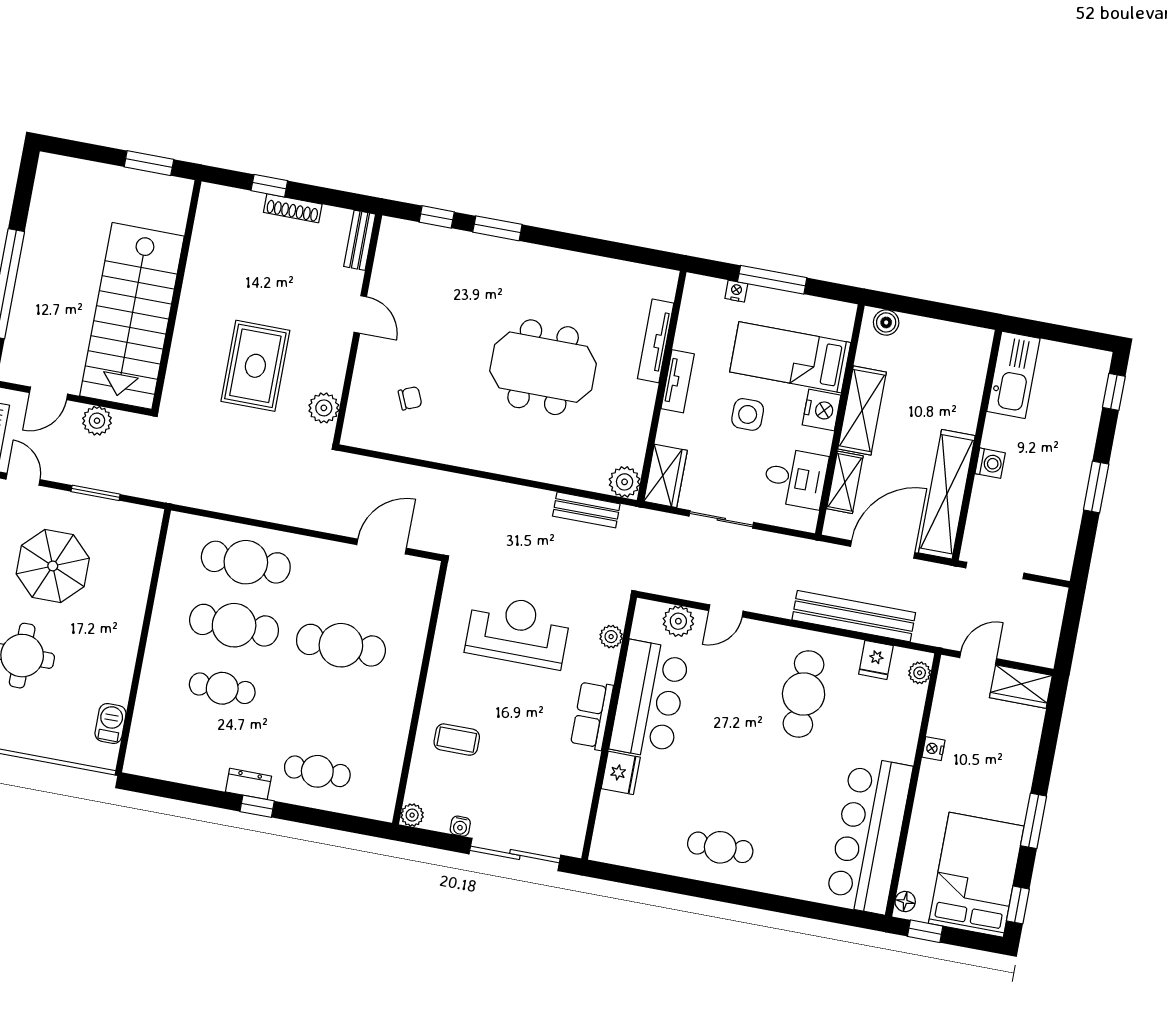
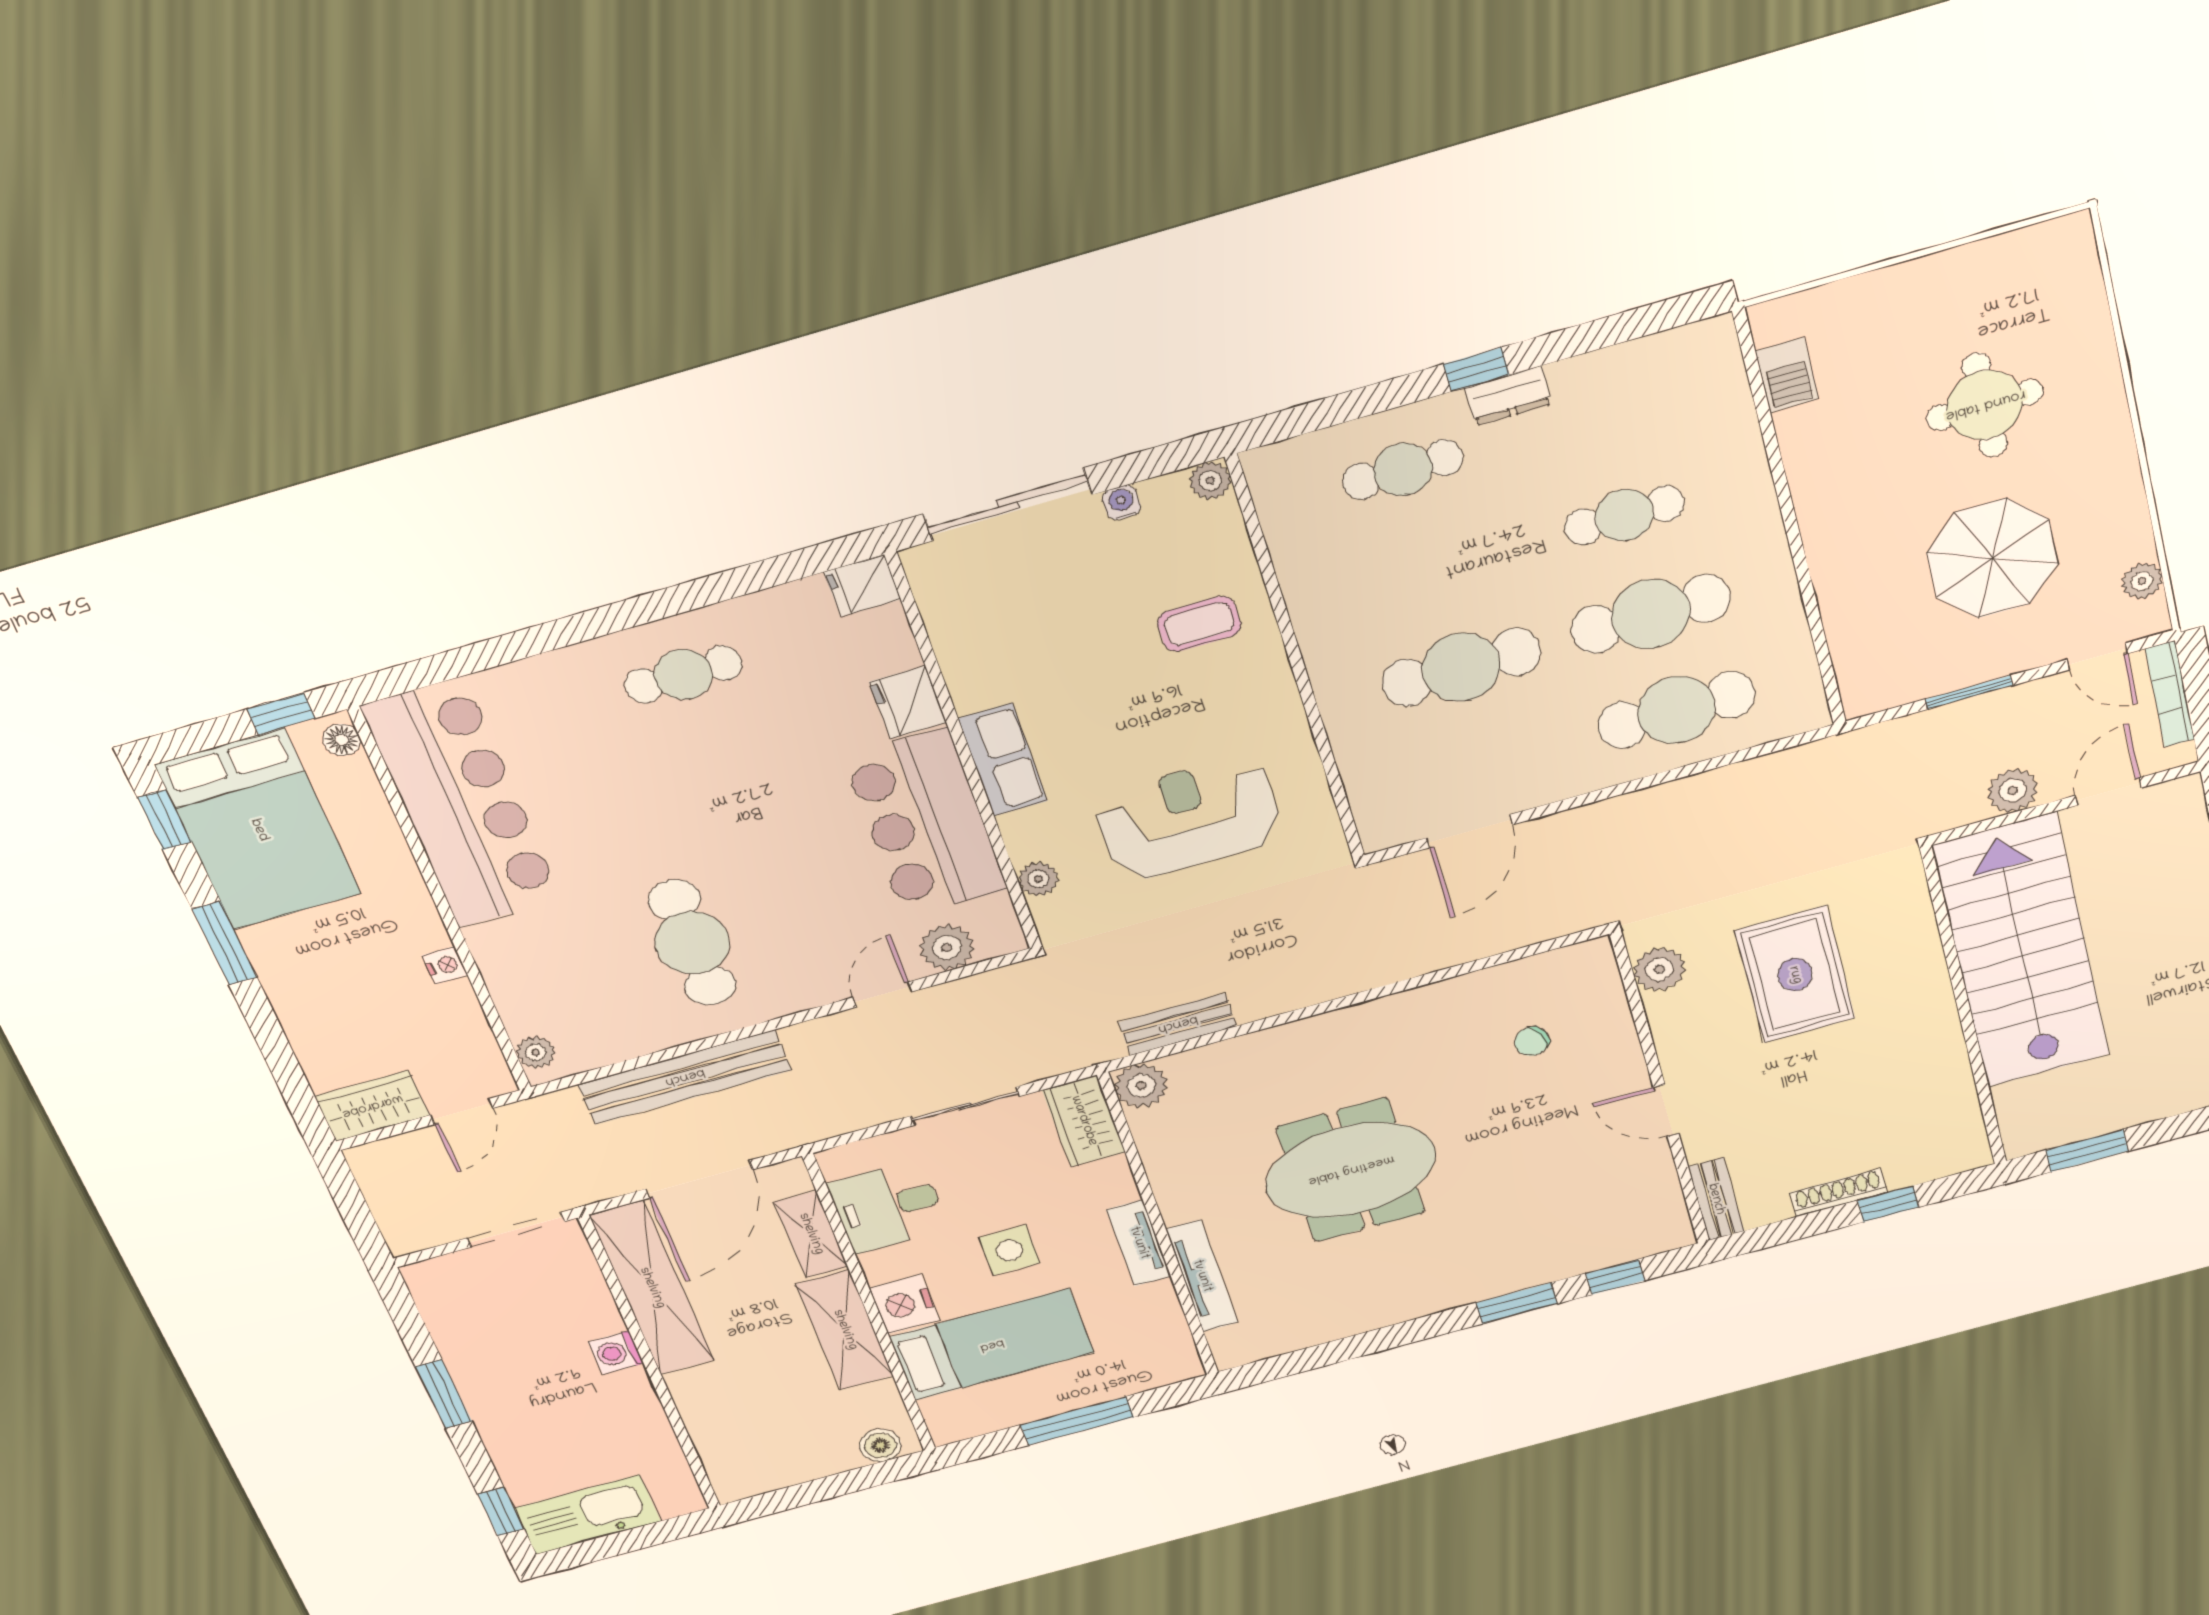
nightstand: (736, 291) -> (1121, 1385), removed
kitchen sink: (1013, 375) -> (587, 1515), moved, turned 90
reception desk: (518, 631) -> (1189, 818), turned 180
fridge: (876, 660) -> (863, 586), moved, turned -90

